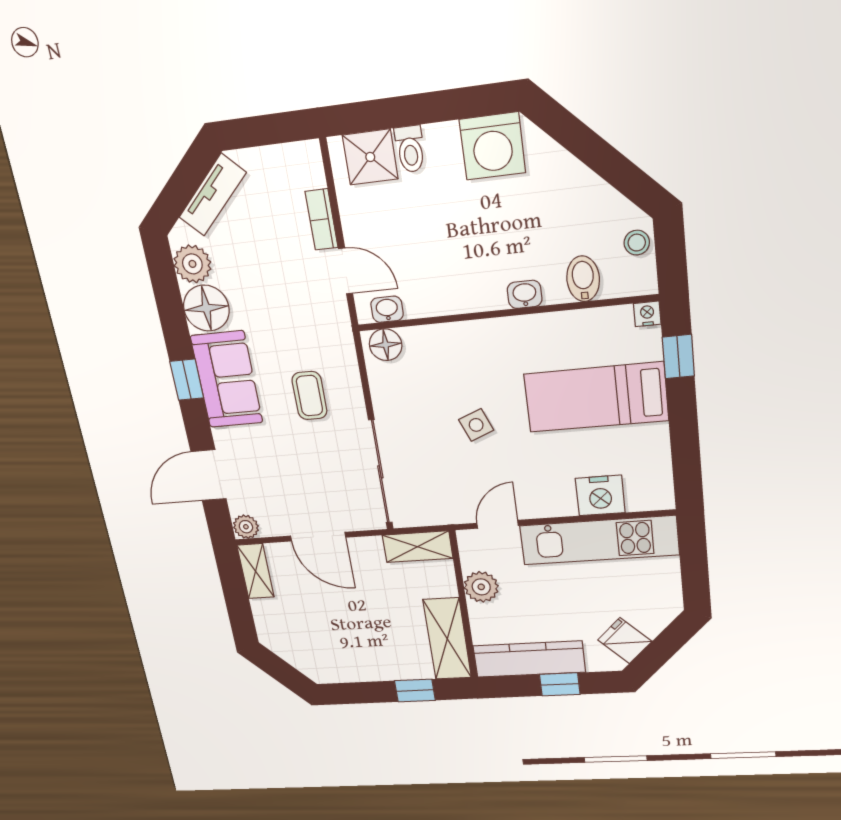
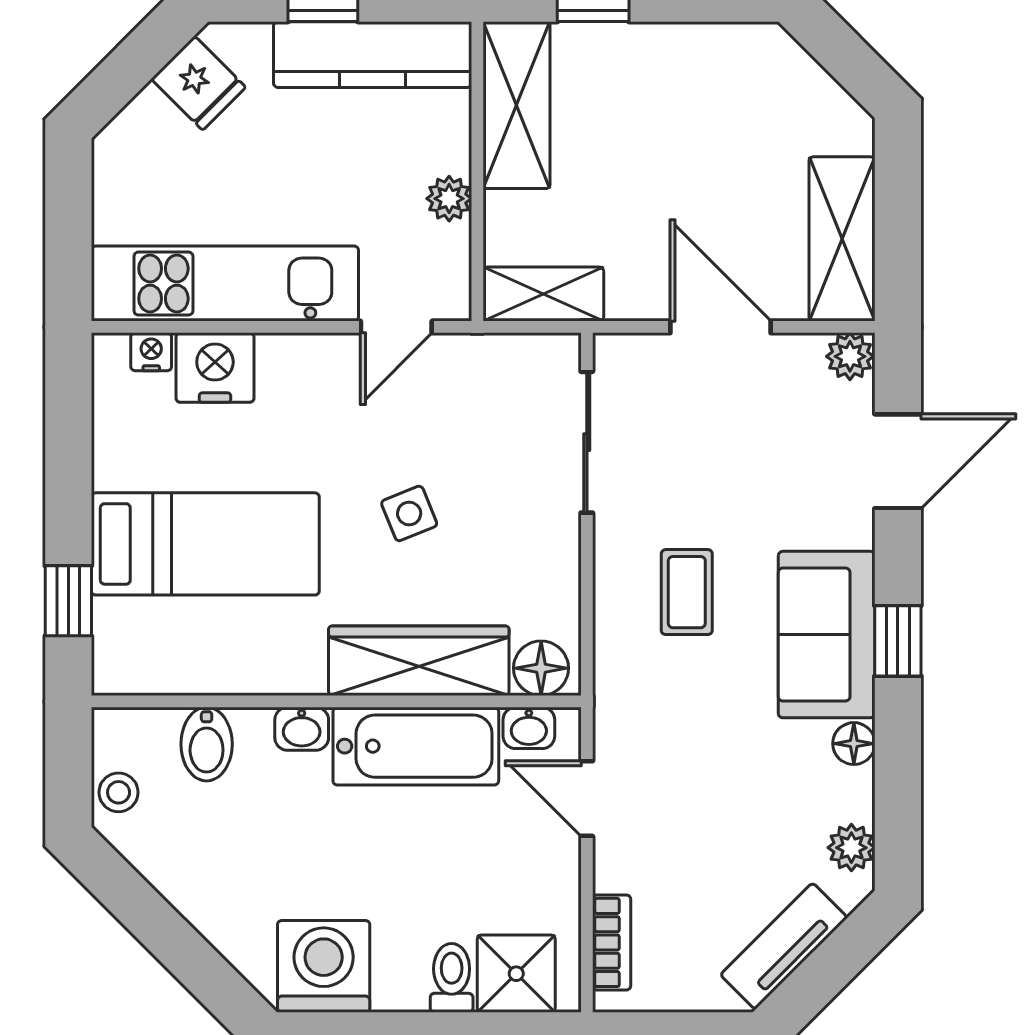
bookcase: (322, 219) -> (612, 942), moved
plant: (192, 264) -> (851, 848), width x0.73, depth x0.73
bathtub: (453, 291) -> (416, 746), added
floor lamp: (206, 308) -> (854, 744), width x0.53, depth x0.53
nightstand: (647, 314) -> (151, 352), moved, turned 180
wardrobe: (459, 342) -> (419, 661), added
sliding door: (380, 472) -> (587, 442), width x0.73
shelving: (256, 571) -> (842, 239), width x1.50, depth x1.33
plant: (481, 587) -> (449, 199), width x0.73, depth x0.73

